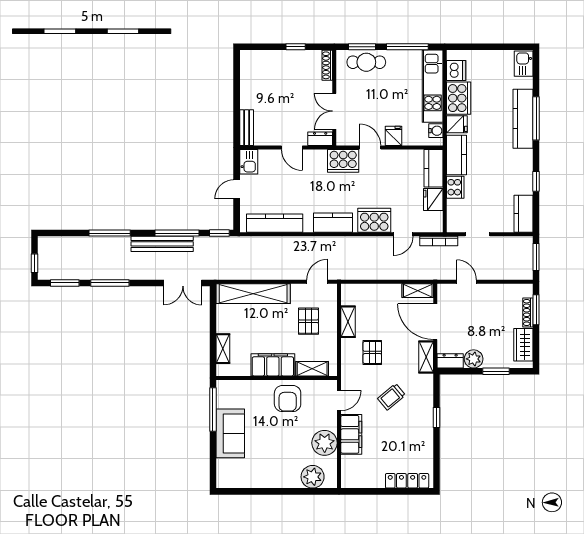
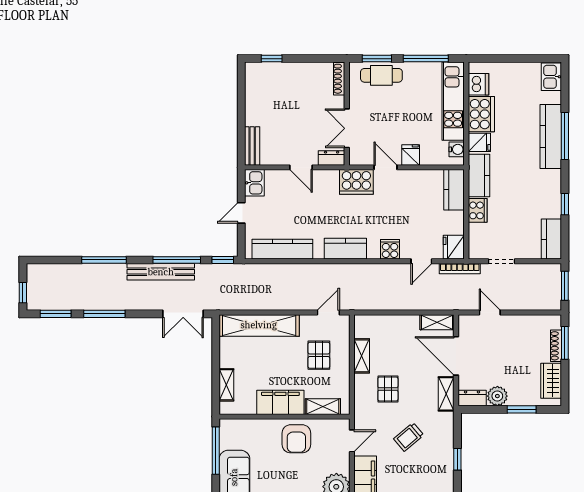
window: (296, 47) -> (272, 59), moved
fridge: (433, 199) -> (454, 247), moved
cooker: (374, 220) -> (390, 249), width x0.53, depth x0.76

